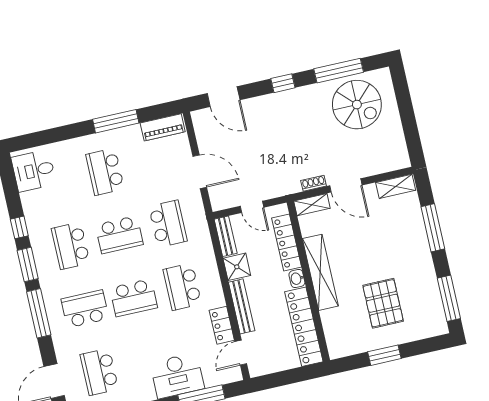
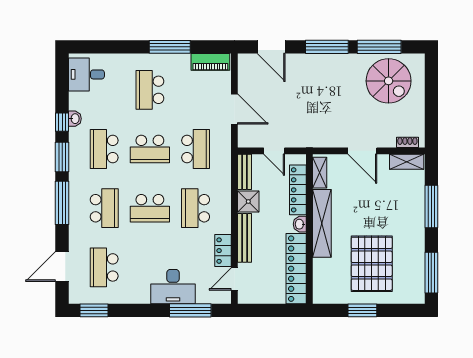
window: (283, 83) -> (327, 47), width x2.17
shoe rack: (314, 183) -> (407, 142), moved
shelving: (312, 205) -> (320, 173), moved, turned 90
washbasin: (32, 221) -> (75, 119), added
pallet: (383, 303) -> (372, 264), width x1.37, depth x1.41
school desk: (85, 309) -> (104, 208), turned 90

